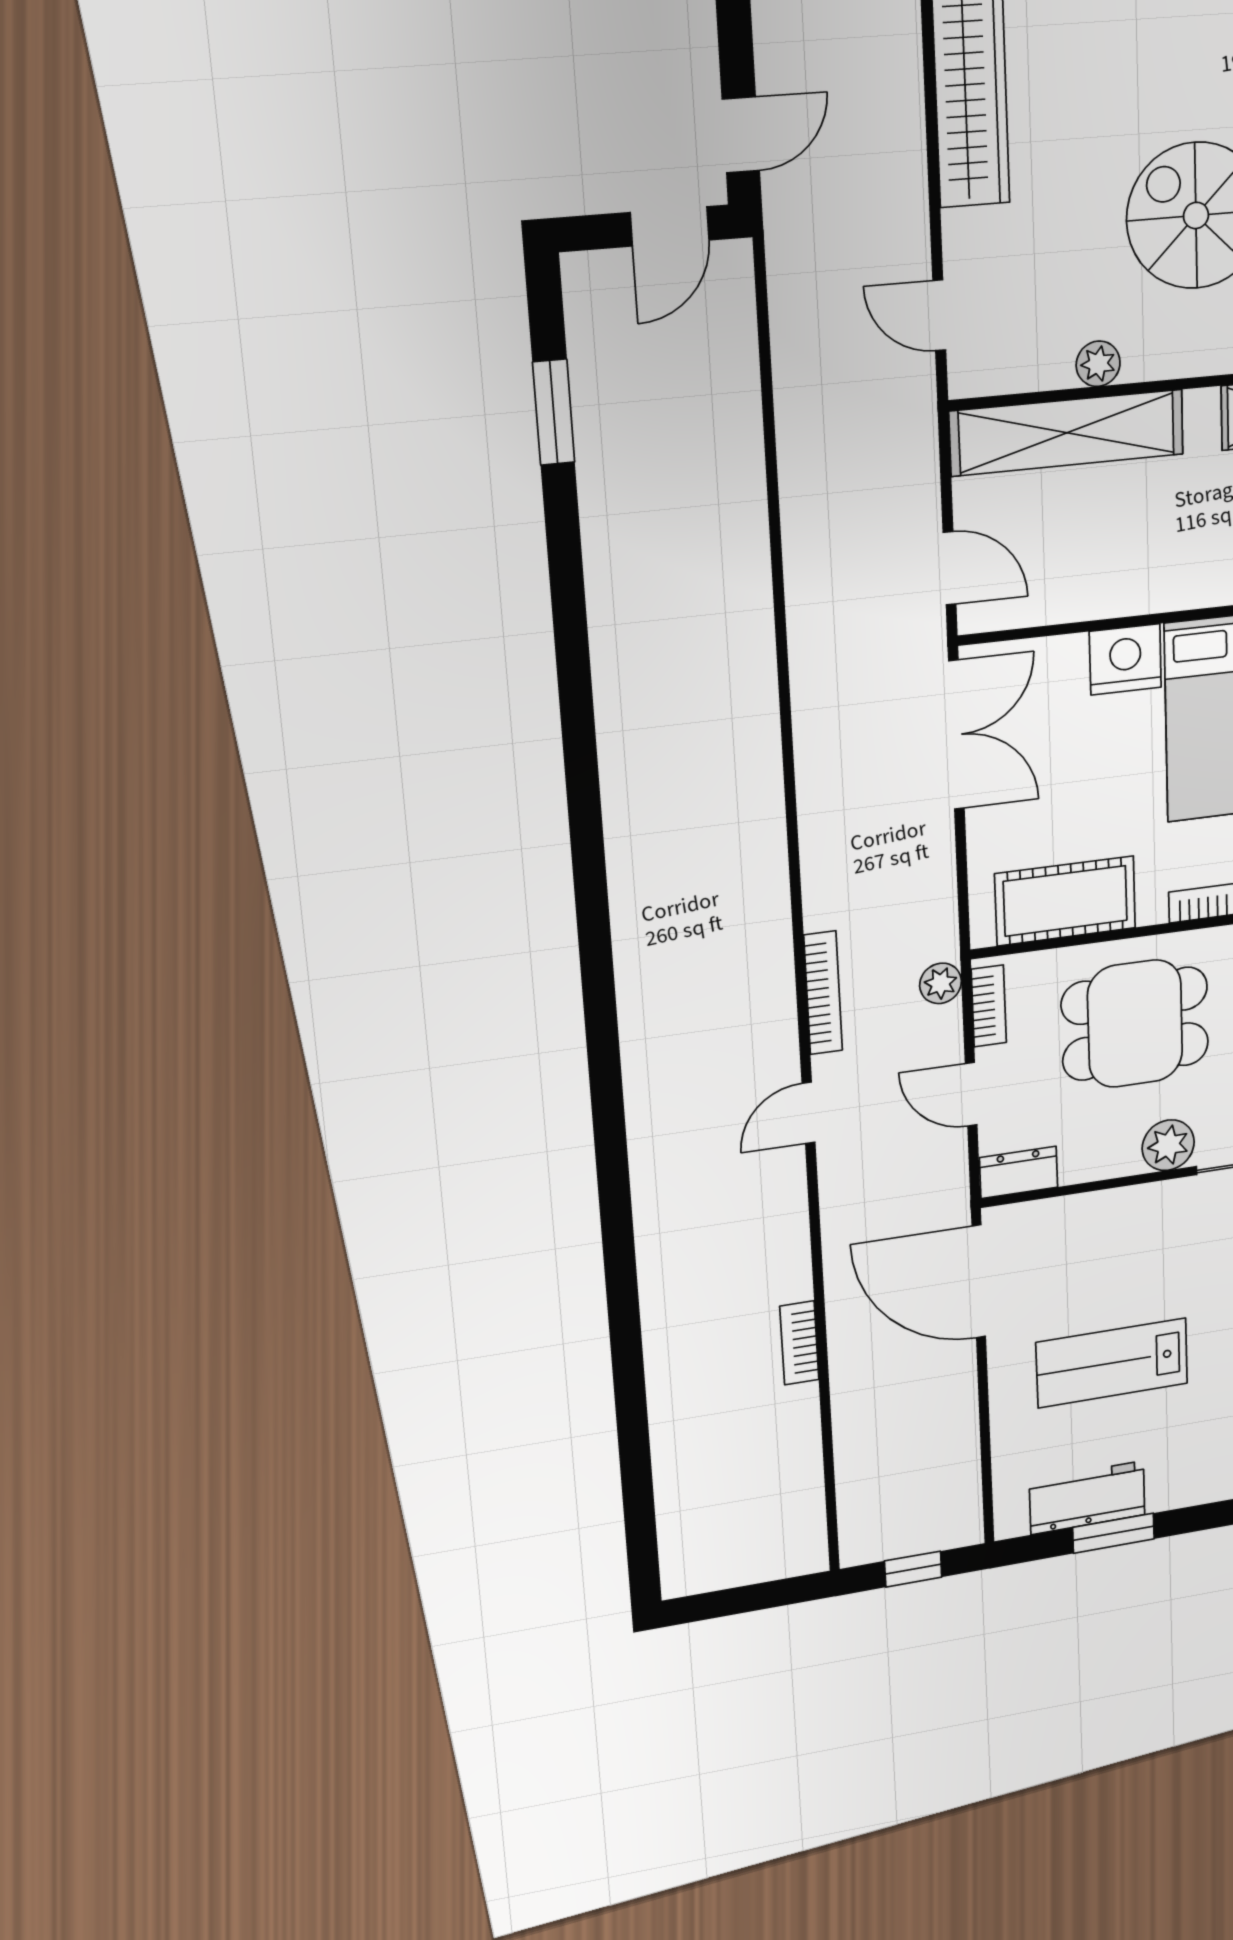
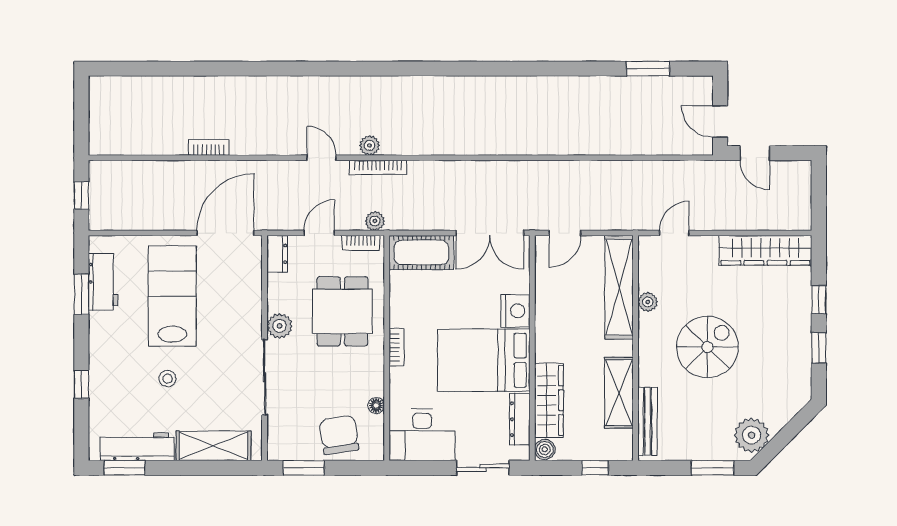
cot: (1065, 901) -> (421, 253), moved, turned 90
plant: (775, 1017) -> (370, 145), added
lab bench: (1112, 1363) -> (172, 296), width x1.36, depth x1.39

